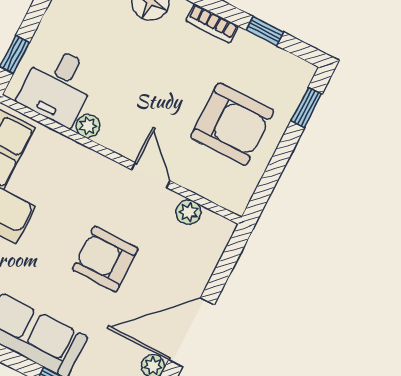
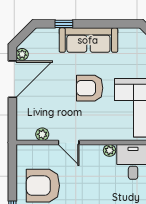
armchair: (105, 259) -> (90, 88), moved, turned 180

